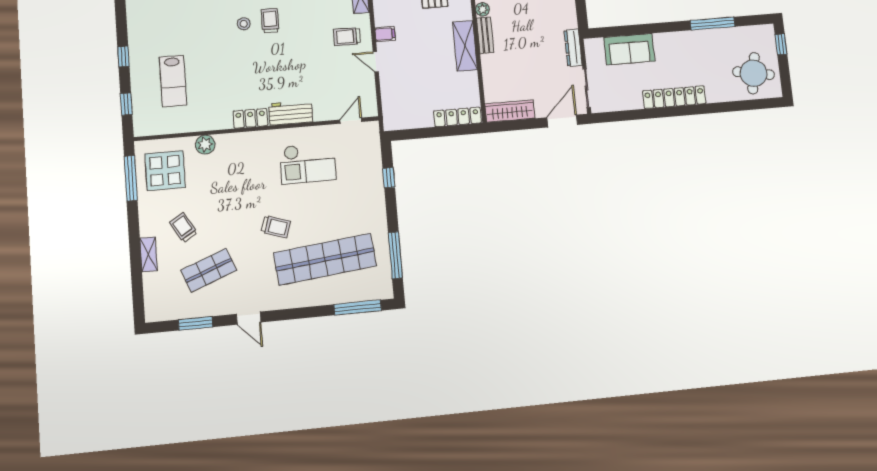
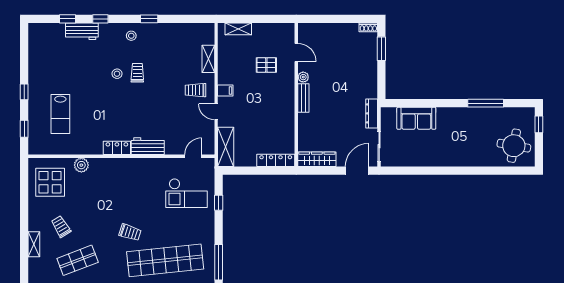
shelving: (465, 46) -> (226, 147), moved
locker: (674, 97) -> (448, 159), removed
checkout: (308, 163) -> (187, 193), moved
window: (131, 178) -> (24, 186), removed

